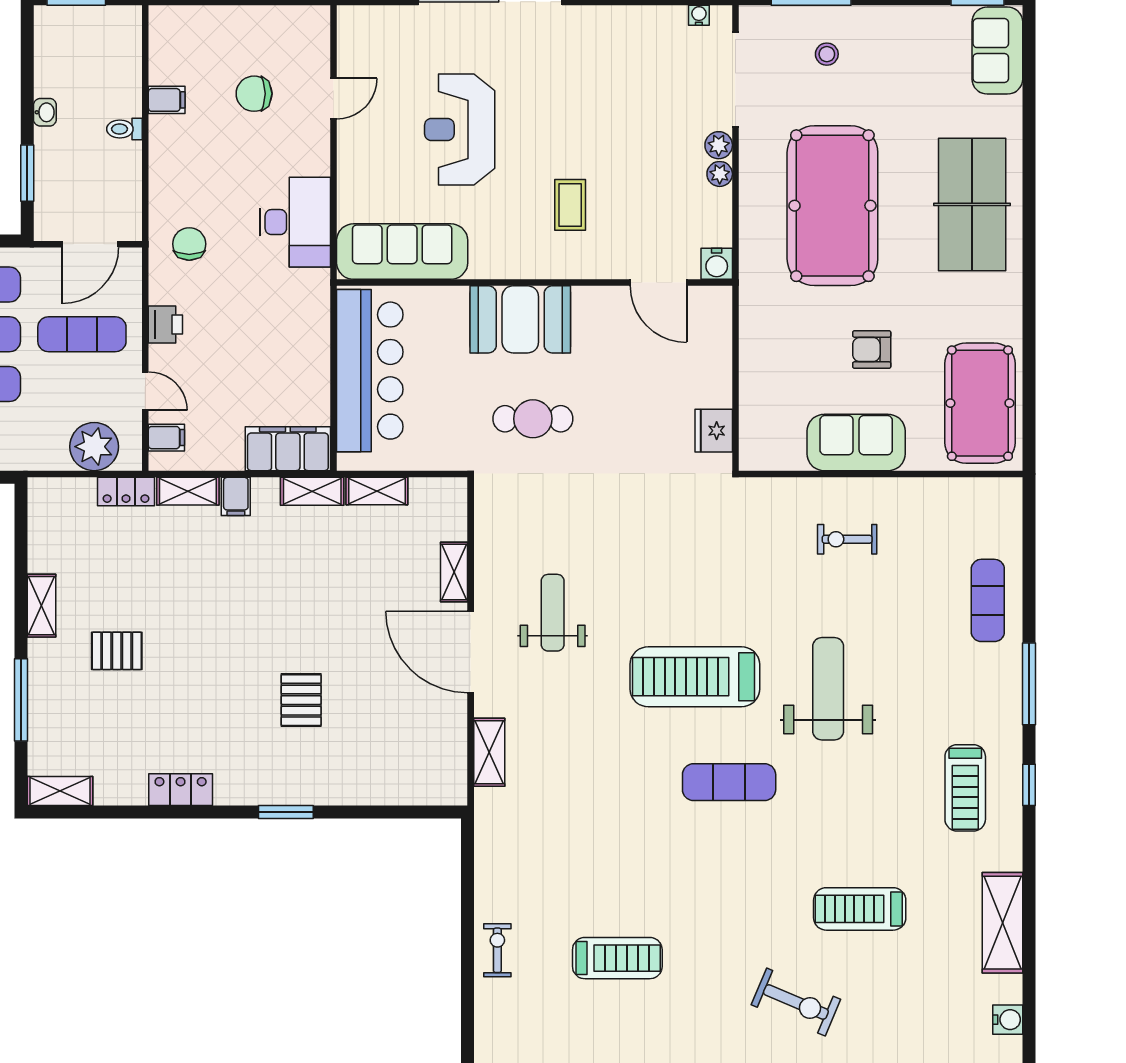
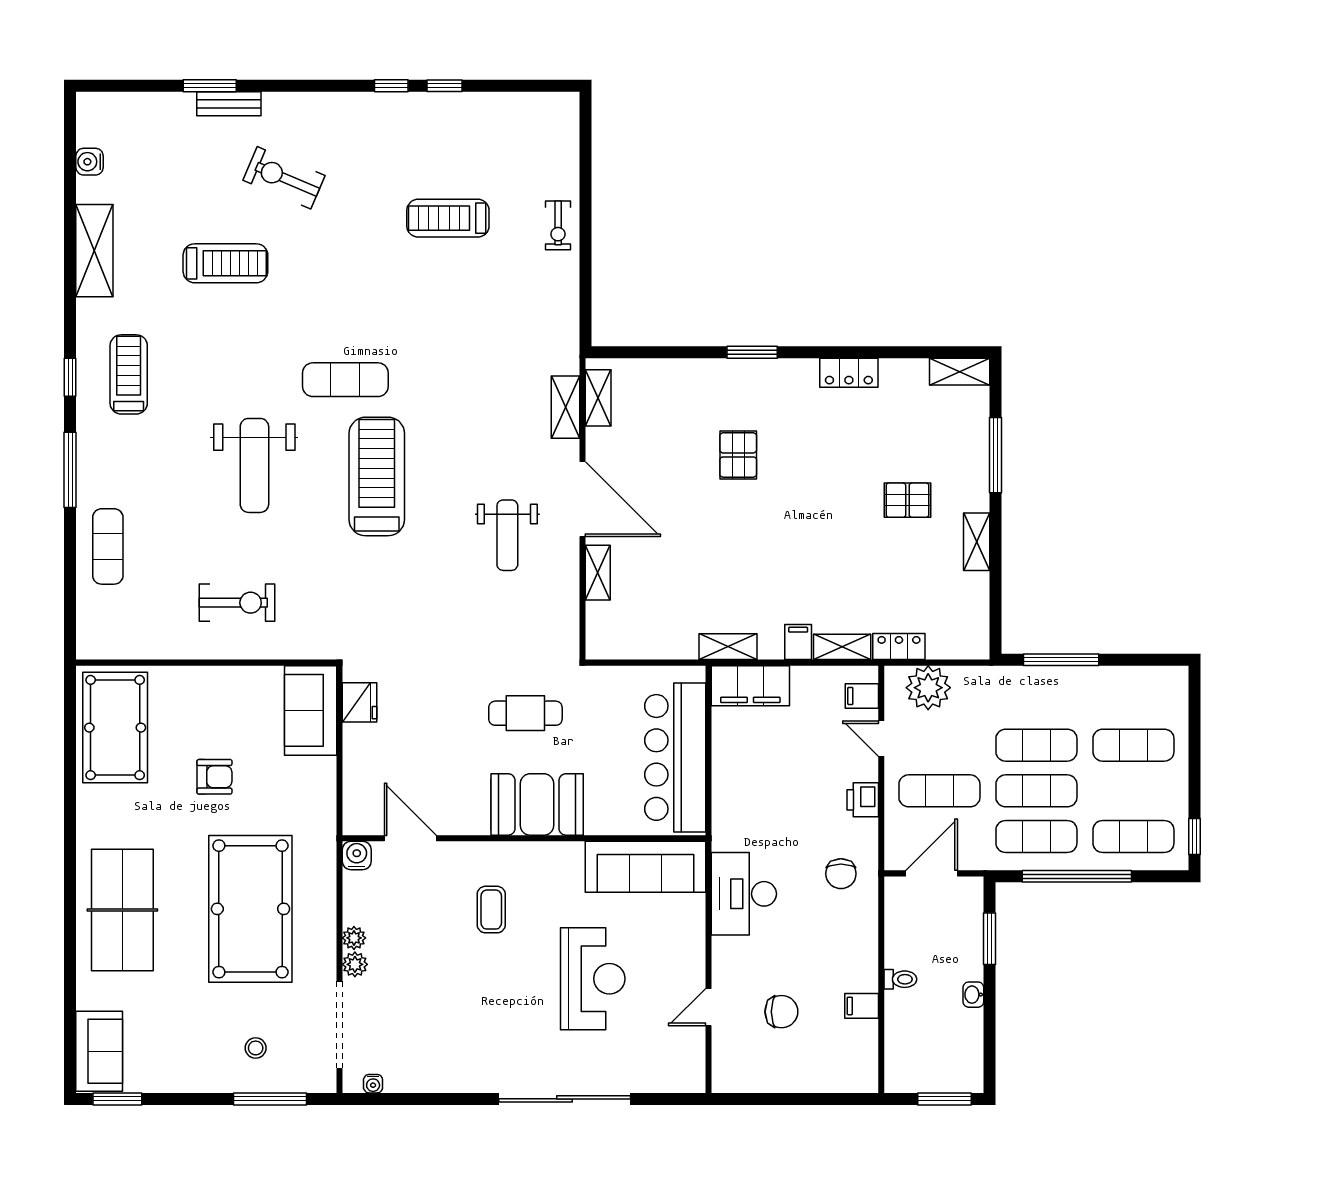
sofa: (856, 442) -> (311, 710), moved, turned 90
shelving: (377, 491) -> (598, 398), moved, turned 90
exercise bike: (847, 539) -> (237, 603), width x1.38, depth x1.39
treadmill: (695, 677) -> (377, 476), turned -90

